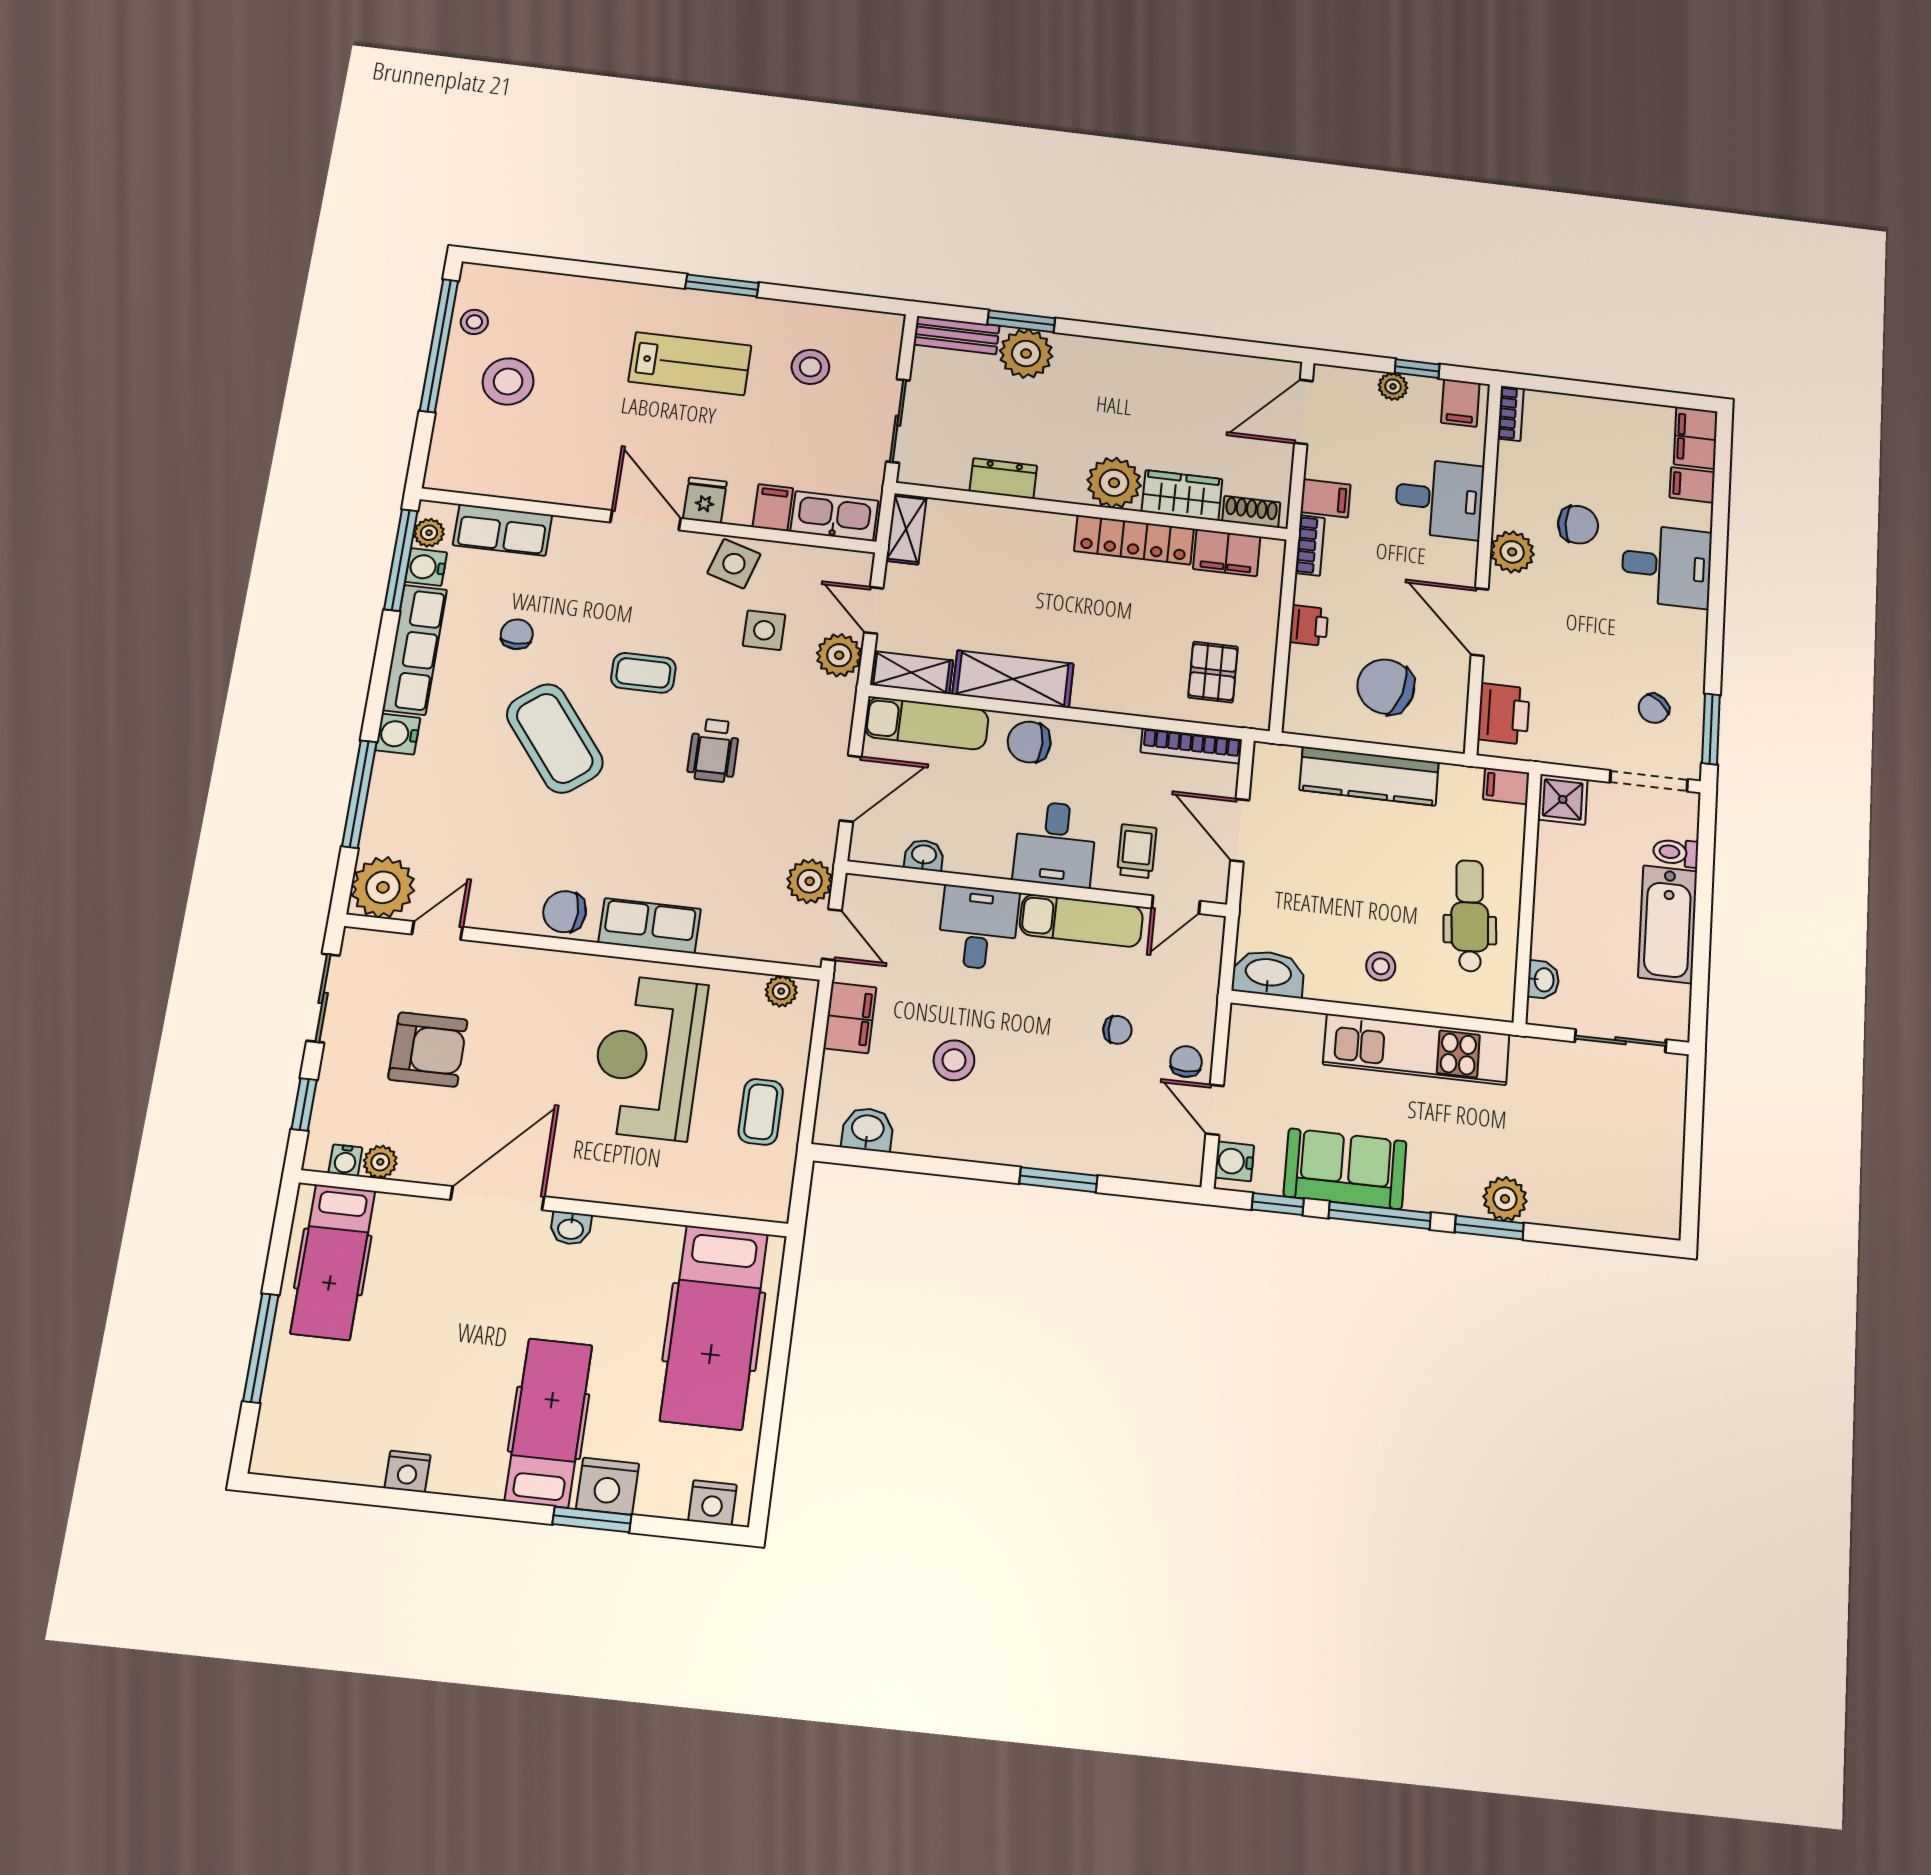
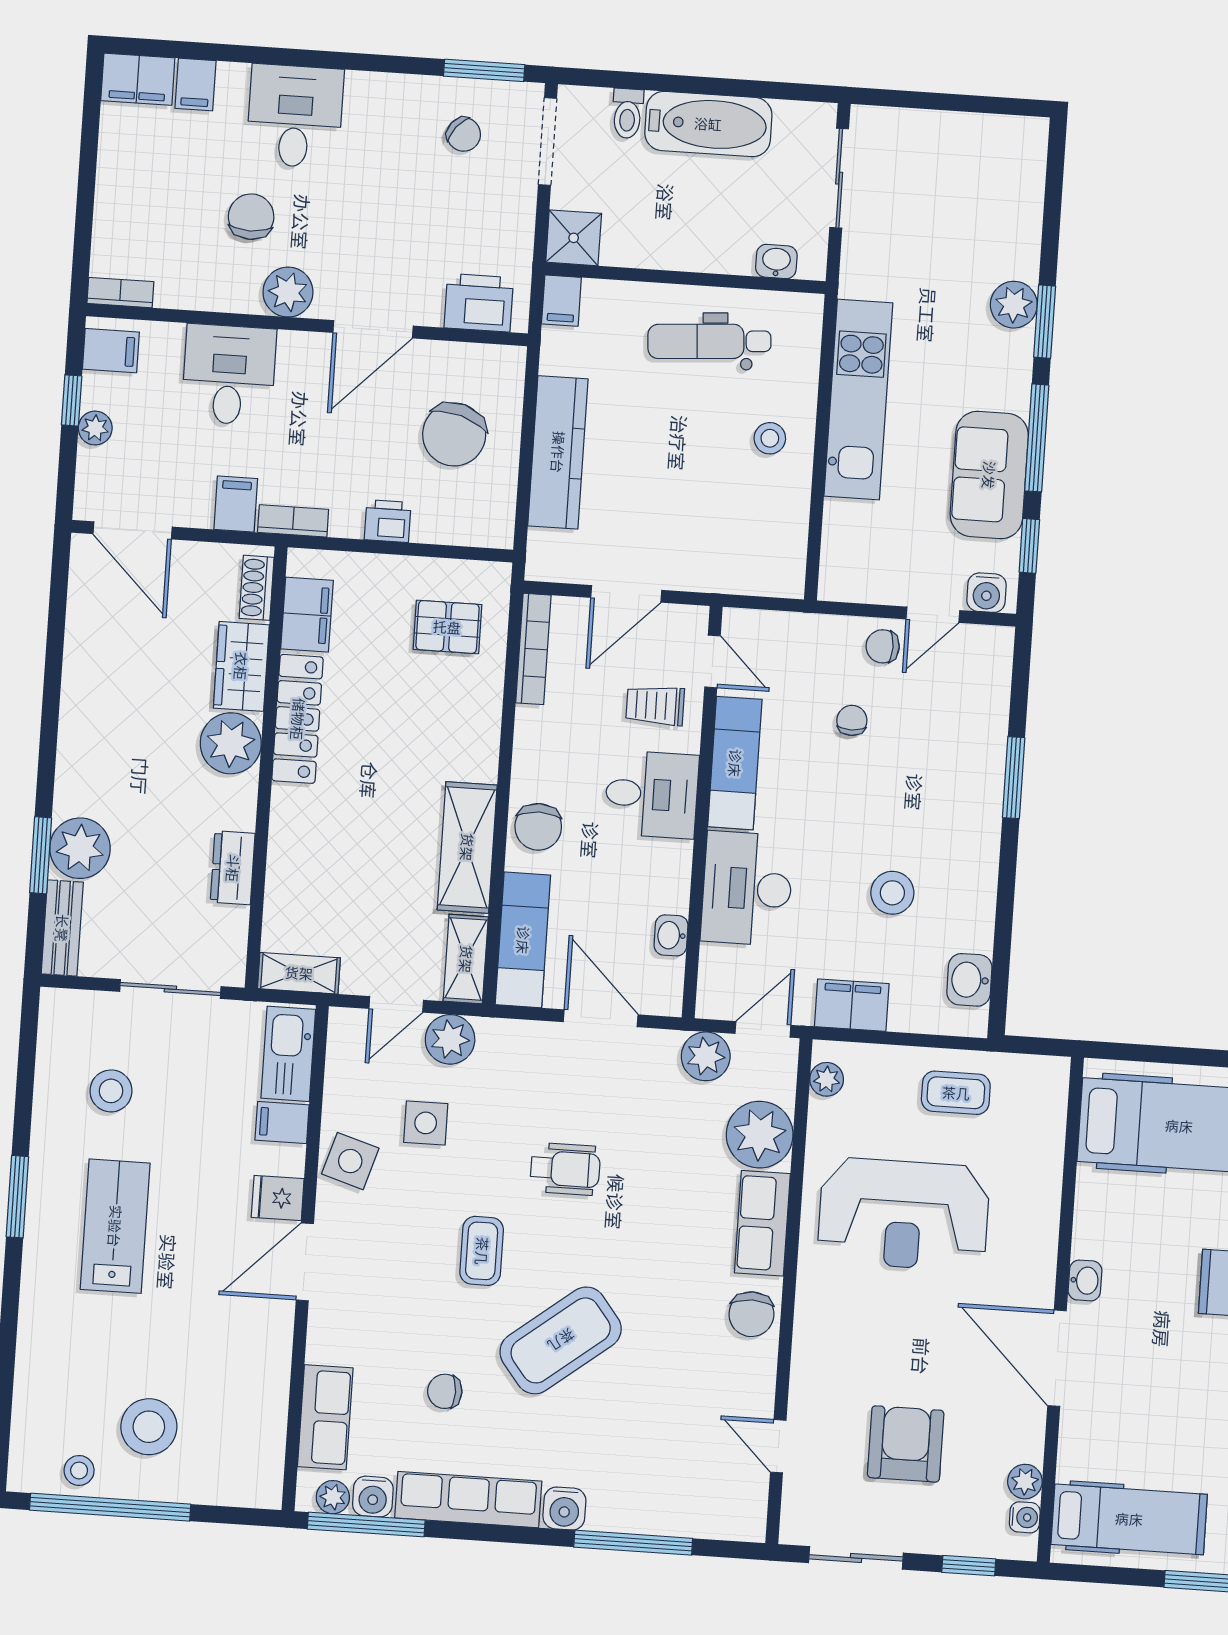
plant: (383, 887) -> (760, 1135), moved
desk: (978, 928) -> (747, 889), width x1.37
washbasin: (1268, 974) -> (783, 560), removed

